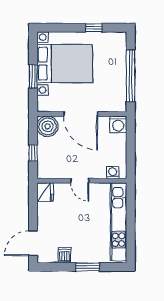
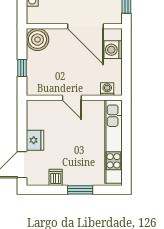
door: (81, 114) -> (85, 26), moved
washing machine: (118, 124) -> (113, 50), moved, turned 90
fridge: (45, 192) -> (35, 140), moved

